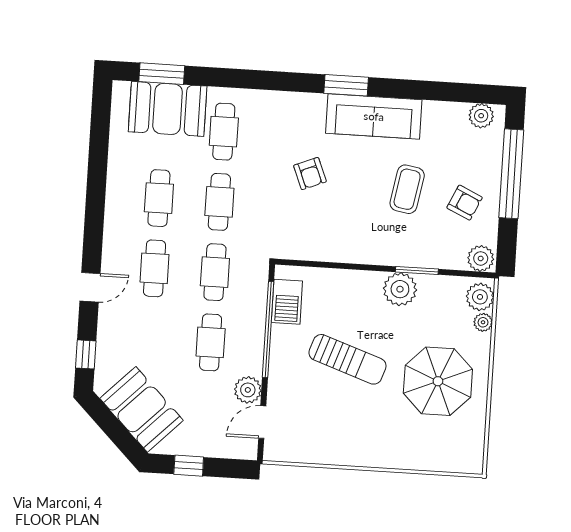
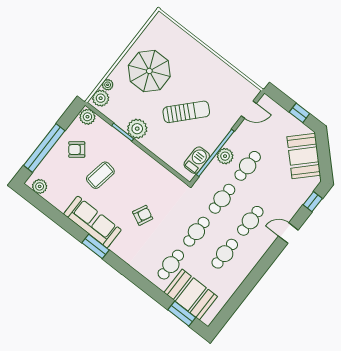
armchair: (310, 174) -> (143, 215), turned 48
armchair: (465, 203) -> (77, 150), turned -63
sun lounger: (348, 359) -> (186, 112), turned 114
plant: (248, 390) -> (225, 156), moved

